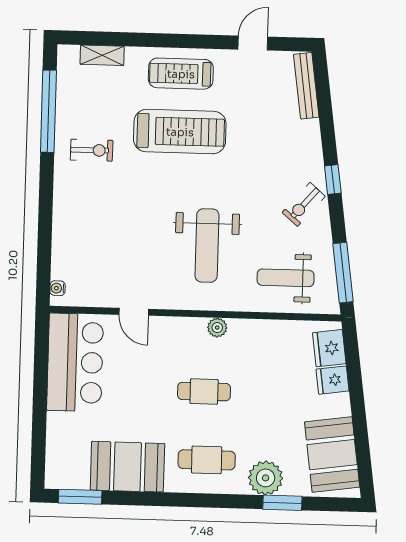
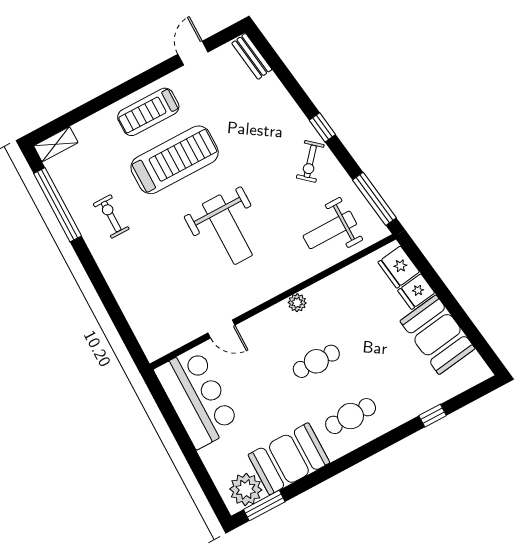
shelving: (102, 55) -> (56, 144), moved
bench: (306, 86) -> (252, 56), width x0.73
exercise bike: (92, 150) -> (111, 216), turned -90
weight bench: (207, 245) -> (227, 230), moved
water cooler: (58, 288) -> (148, 345), removed
booth: (332, 455) -> (437, 335), moved
plant: (266, 478) -> (246, 489), moved
window: (282, 503) -> (433, 416), width x0.67

